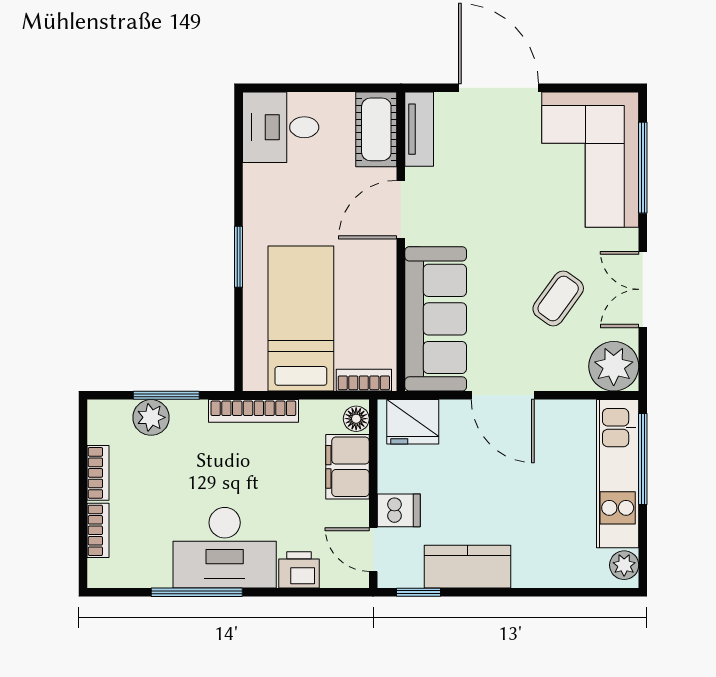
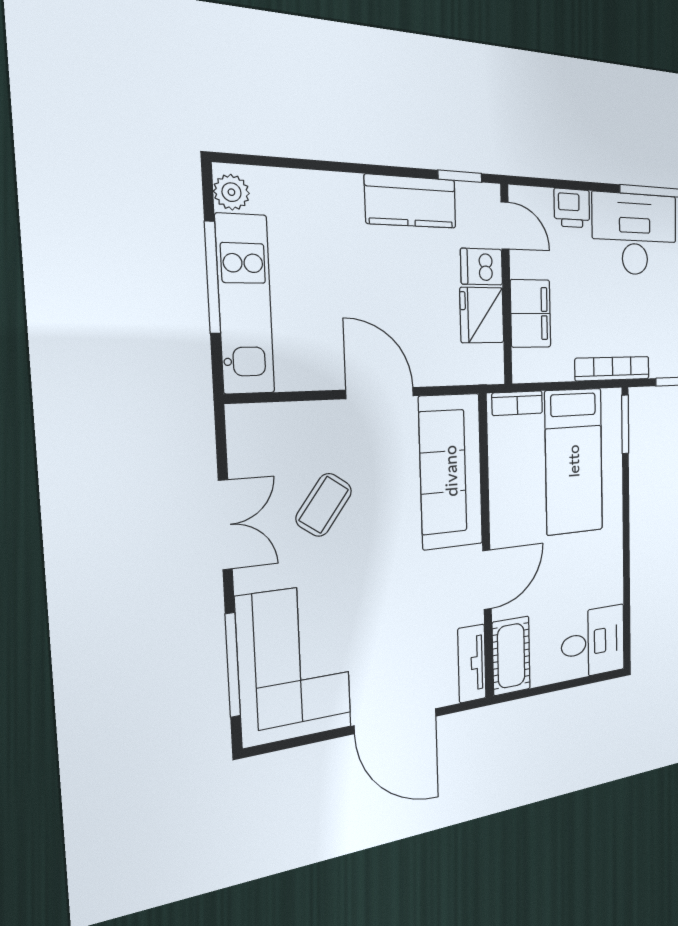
window: (238, 257) -> (625, 424), moved
plant: (614, 366) -> (256, 432), removed
floor lamp: (356, 419) -> (524, 363), removed
fridge: (413, 422) -> (482, 315), moved, turned -90
window: (643, 459) -> (212, 278), moved

